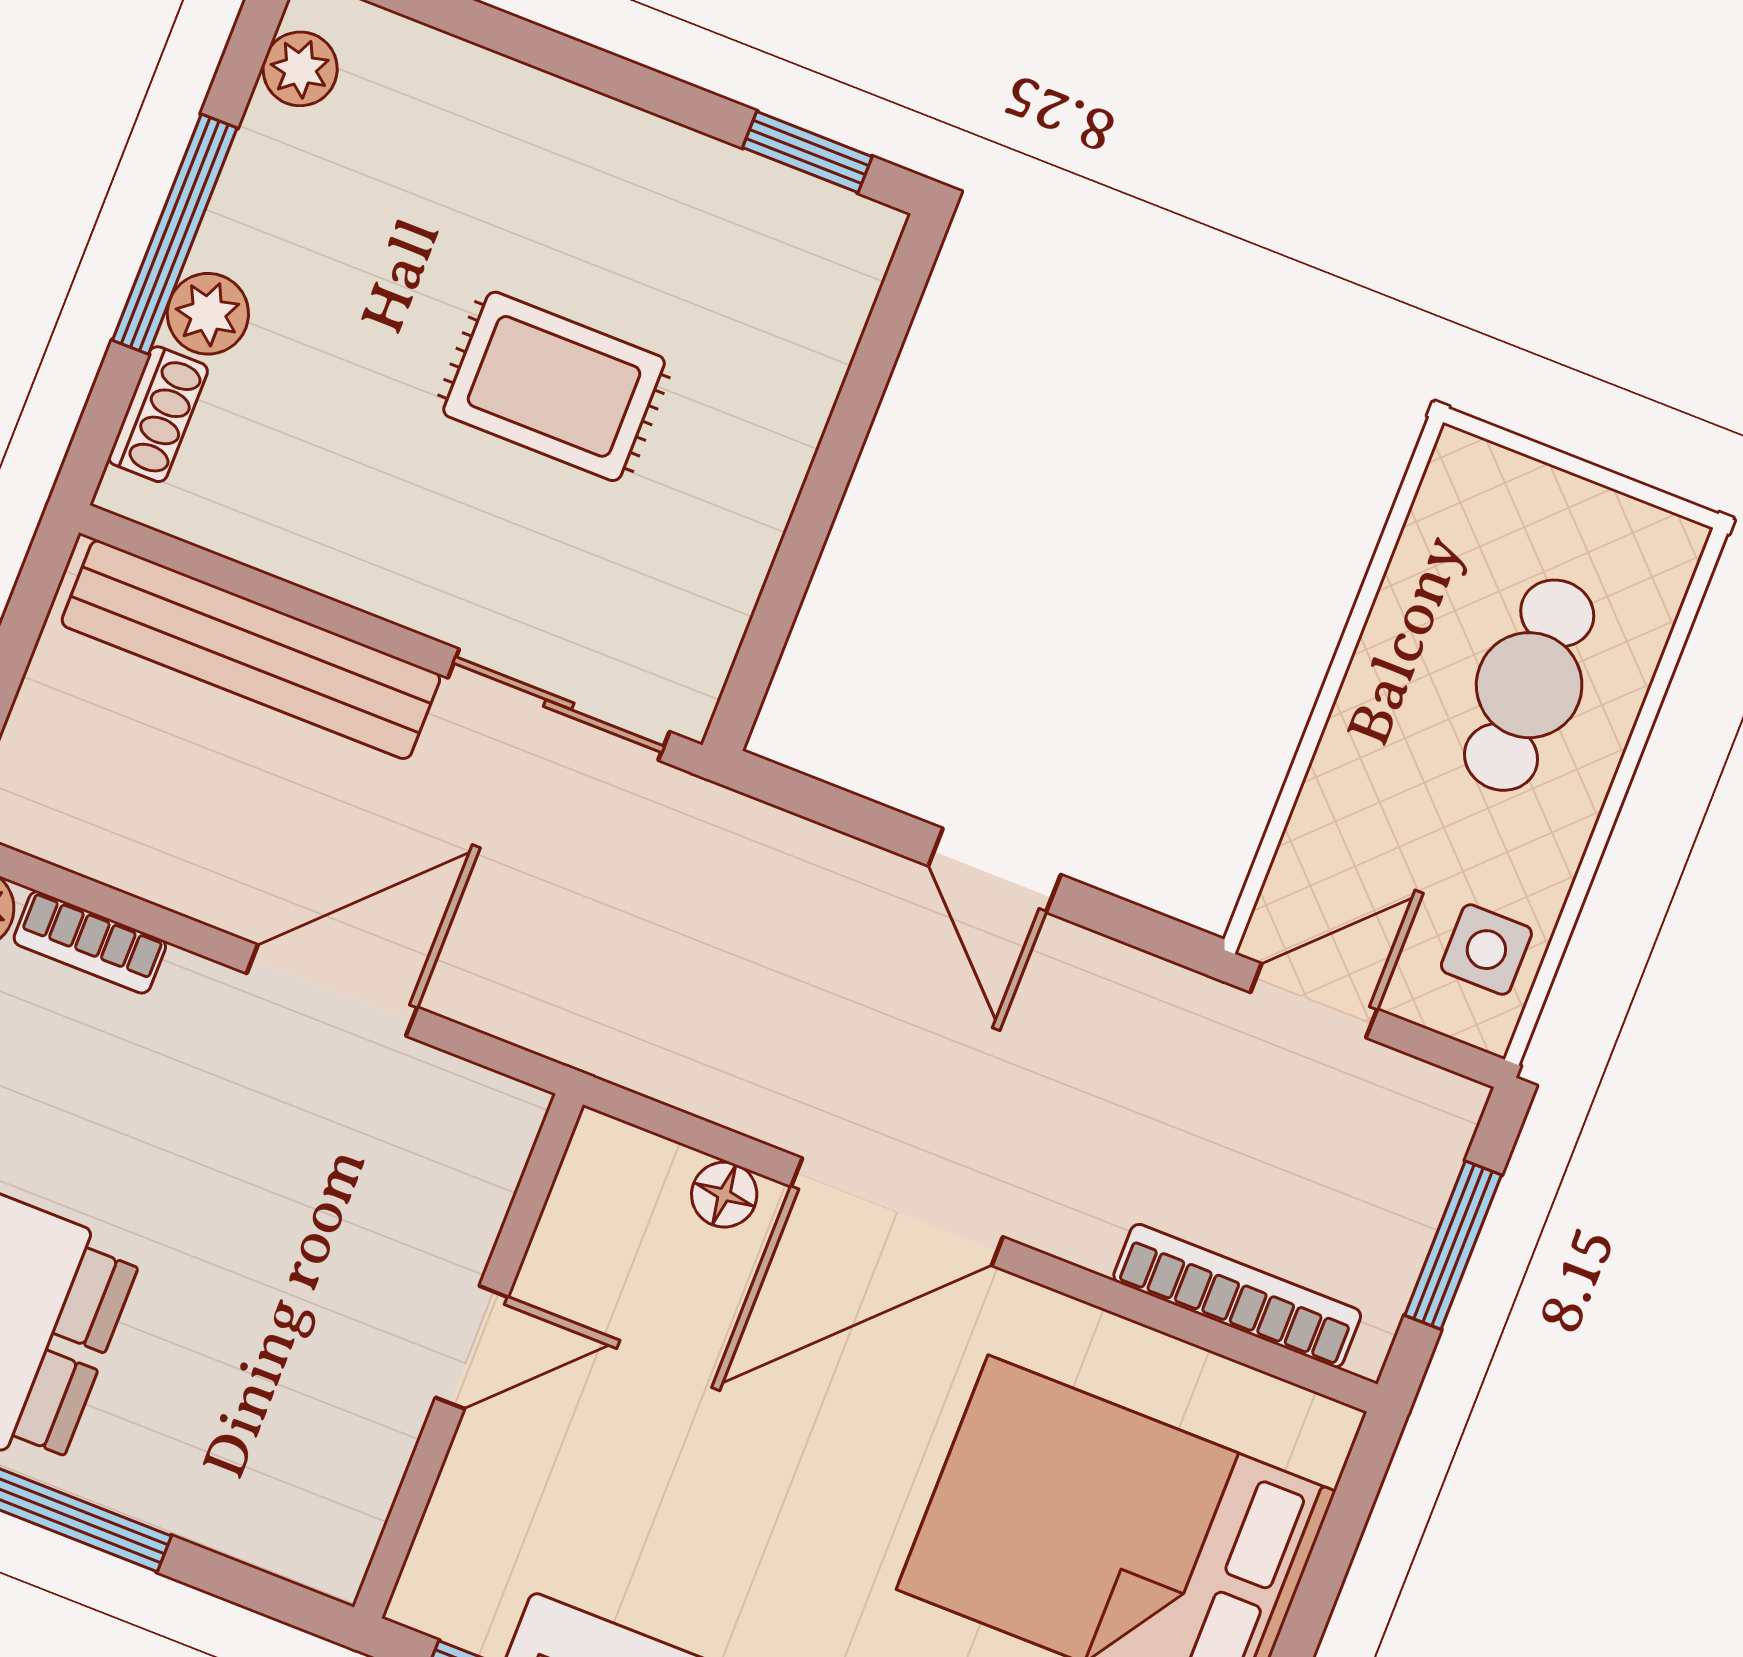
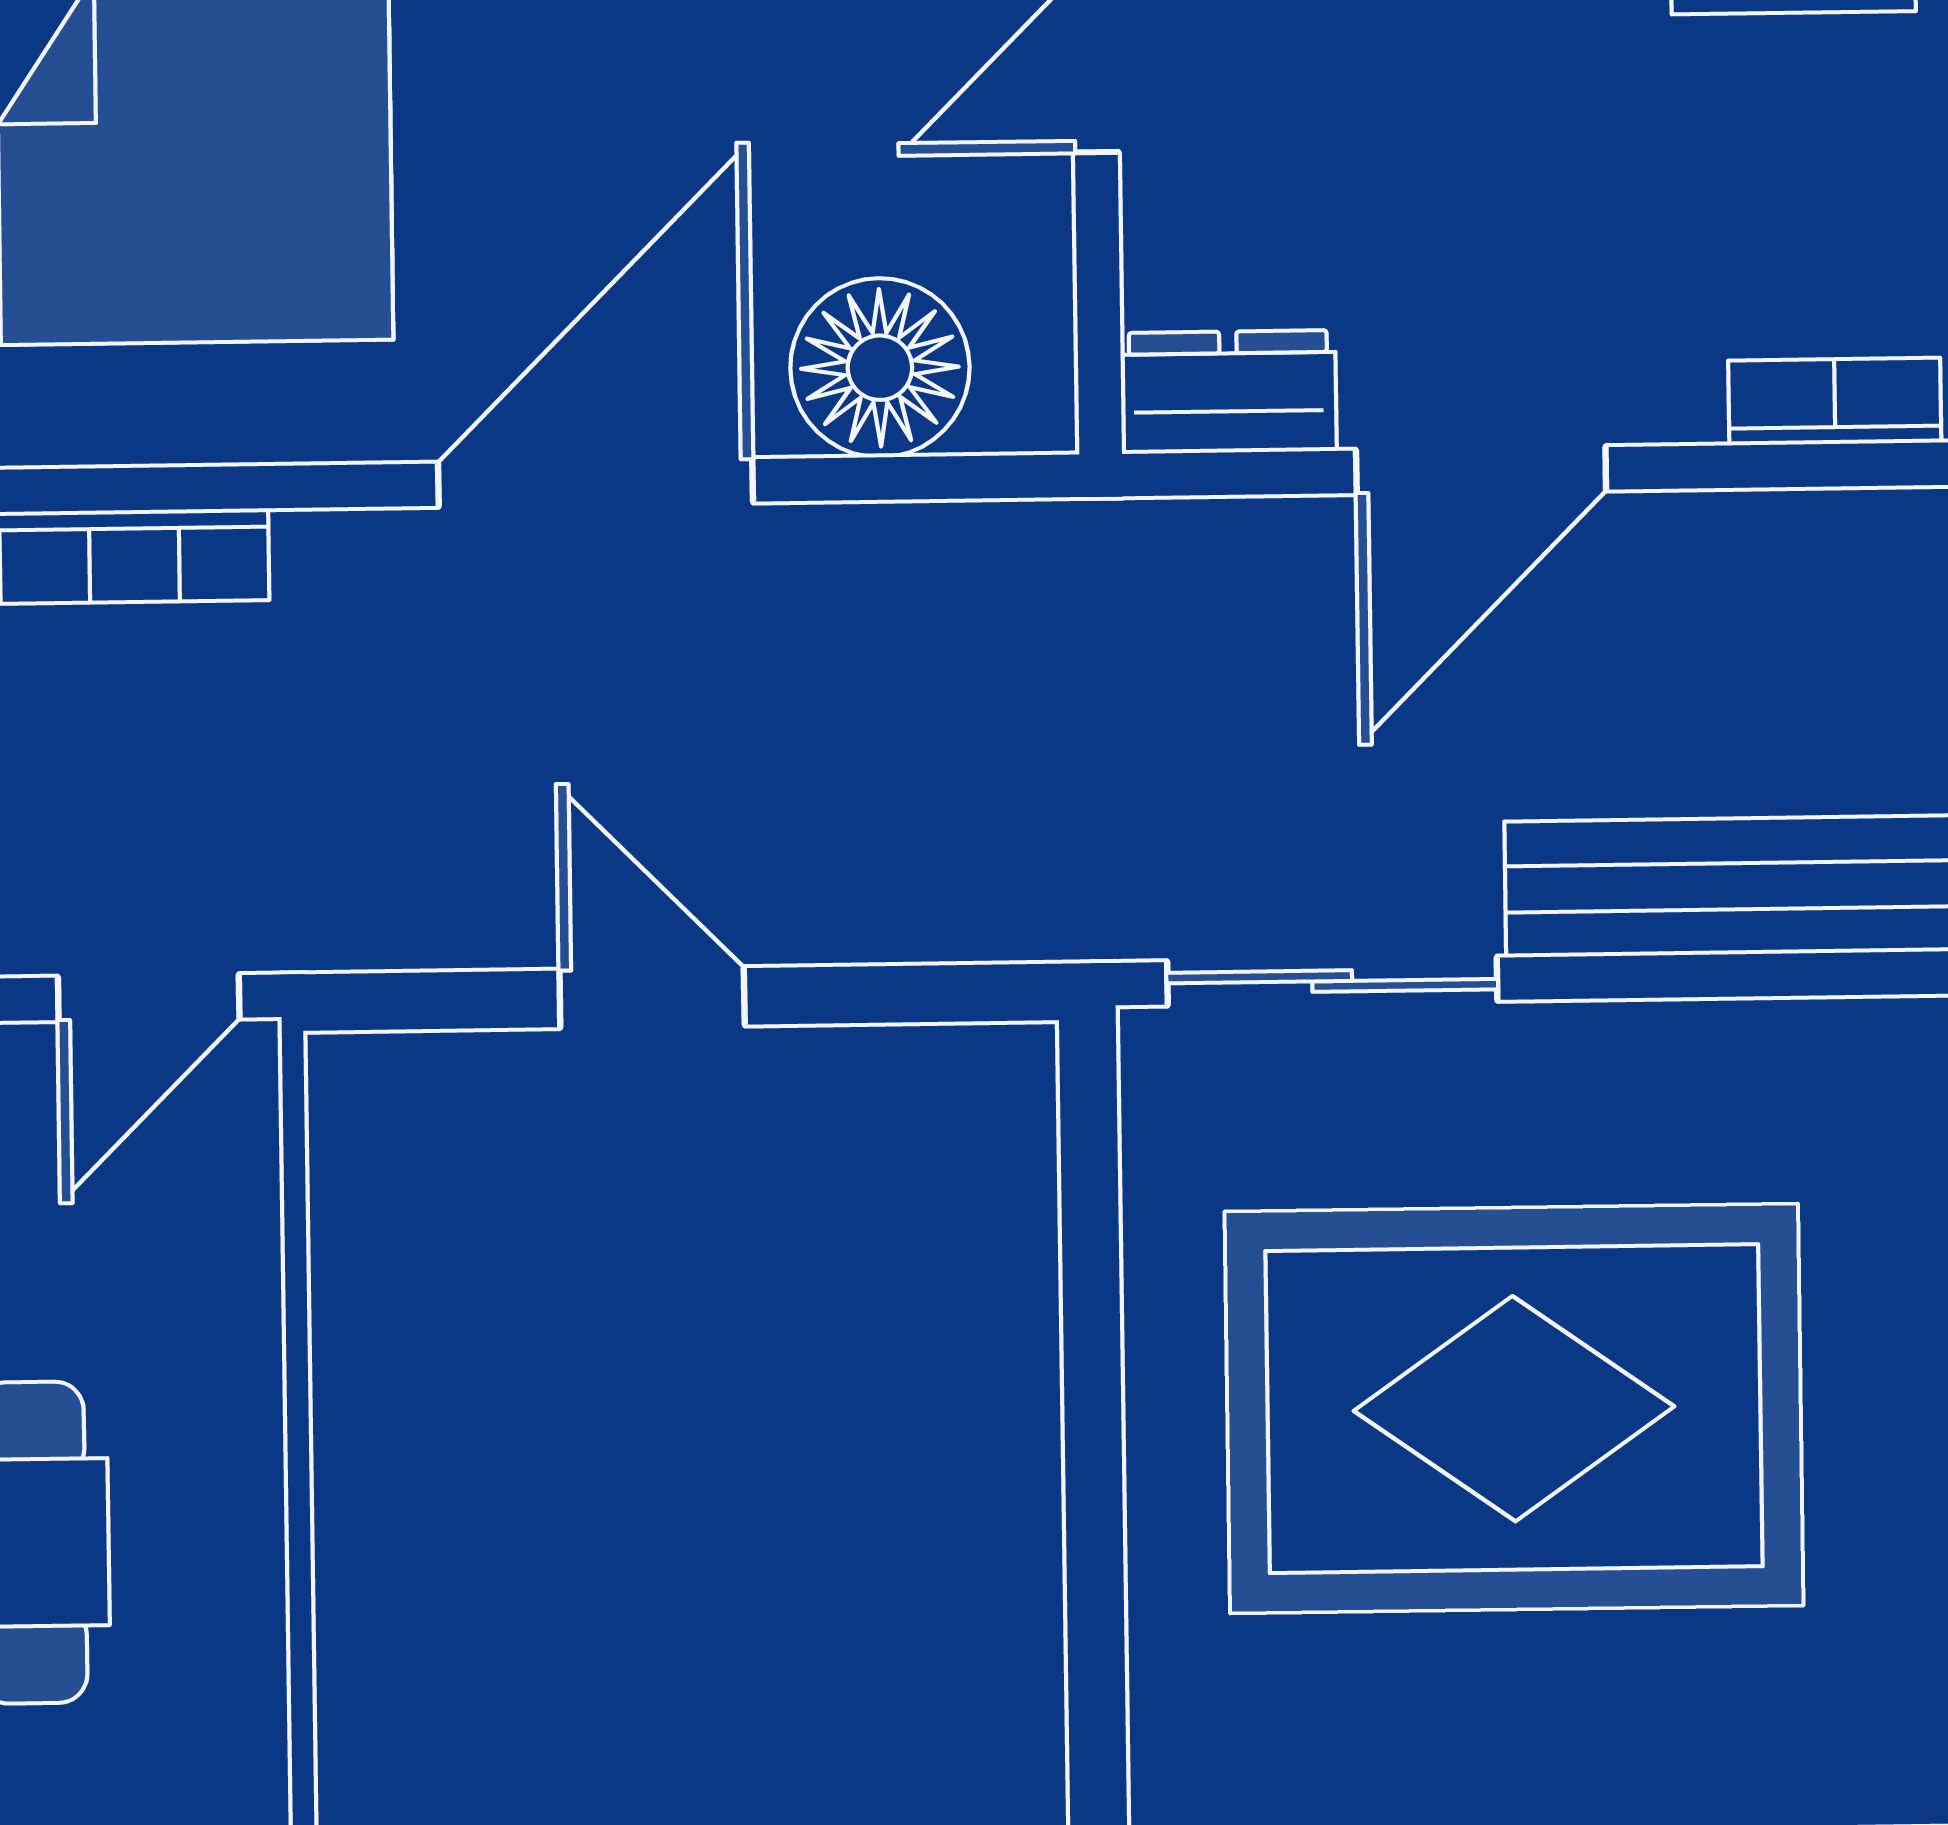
rug: (554, 386) -> (1514, 1409), width x1.86, depth x2.06
dresser: (472, 1105) -> (1228, 392), added
floor lamp: (724, 1195) -> (880, 368), width x1.89, depth x1.89

